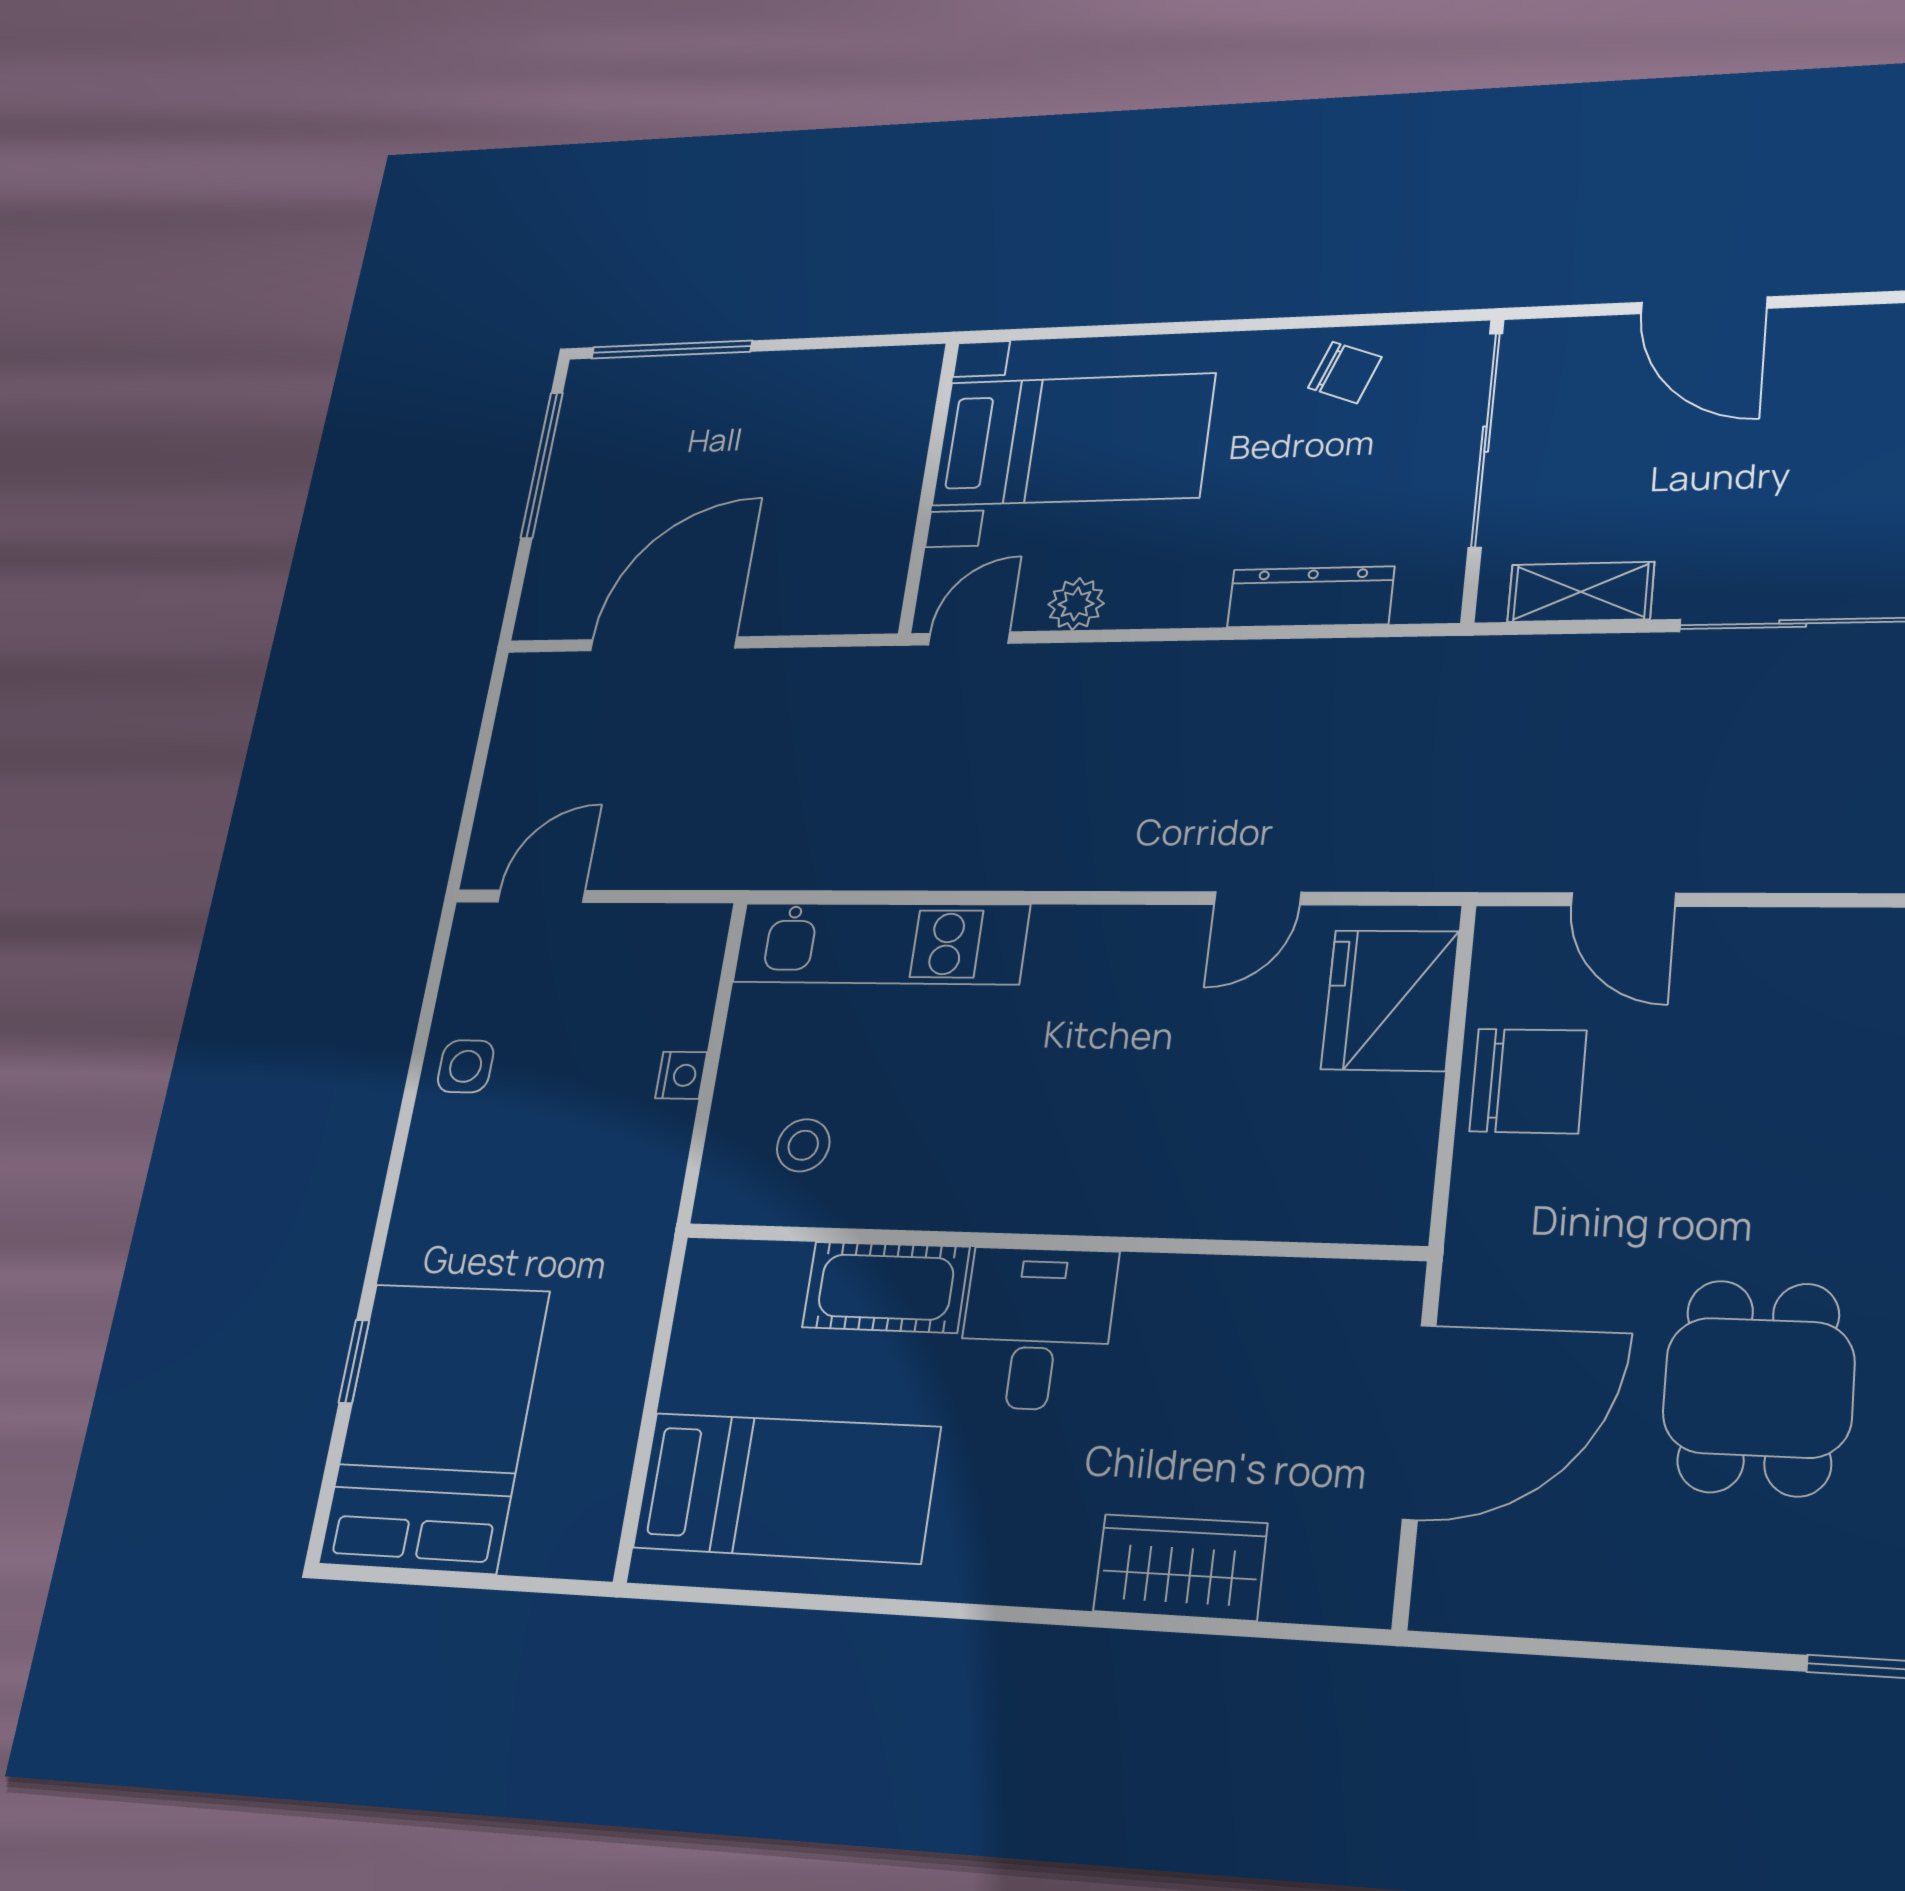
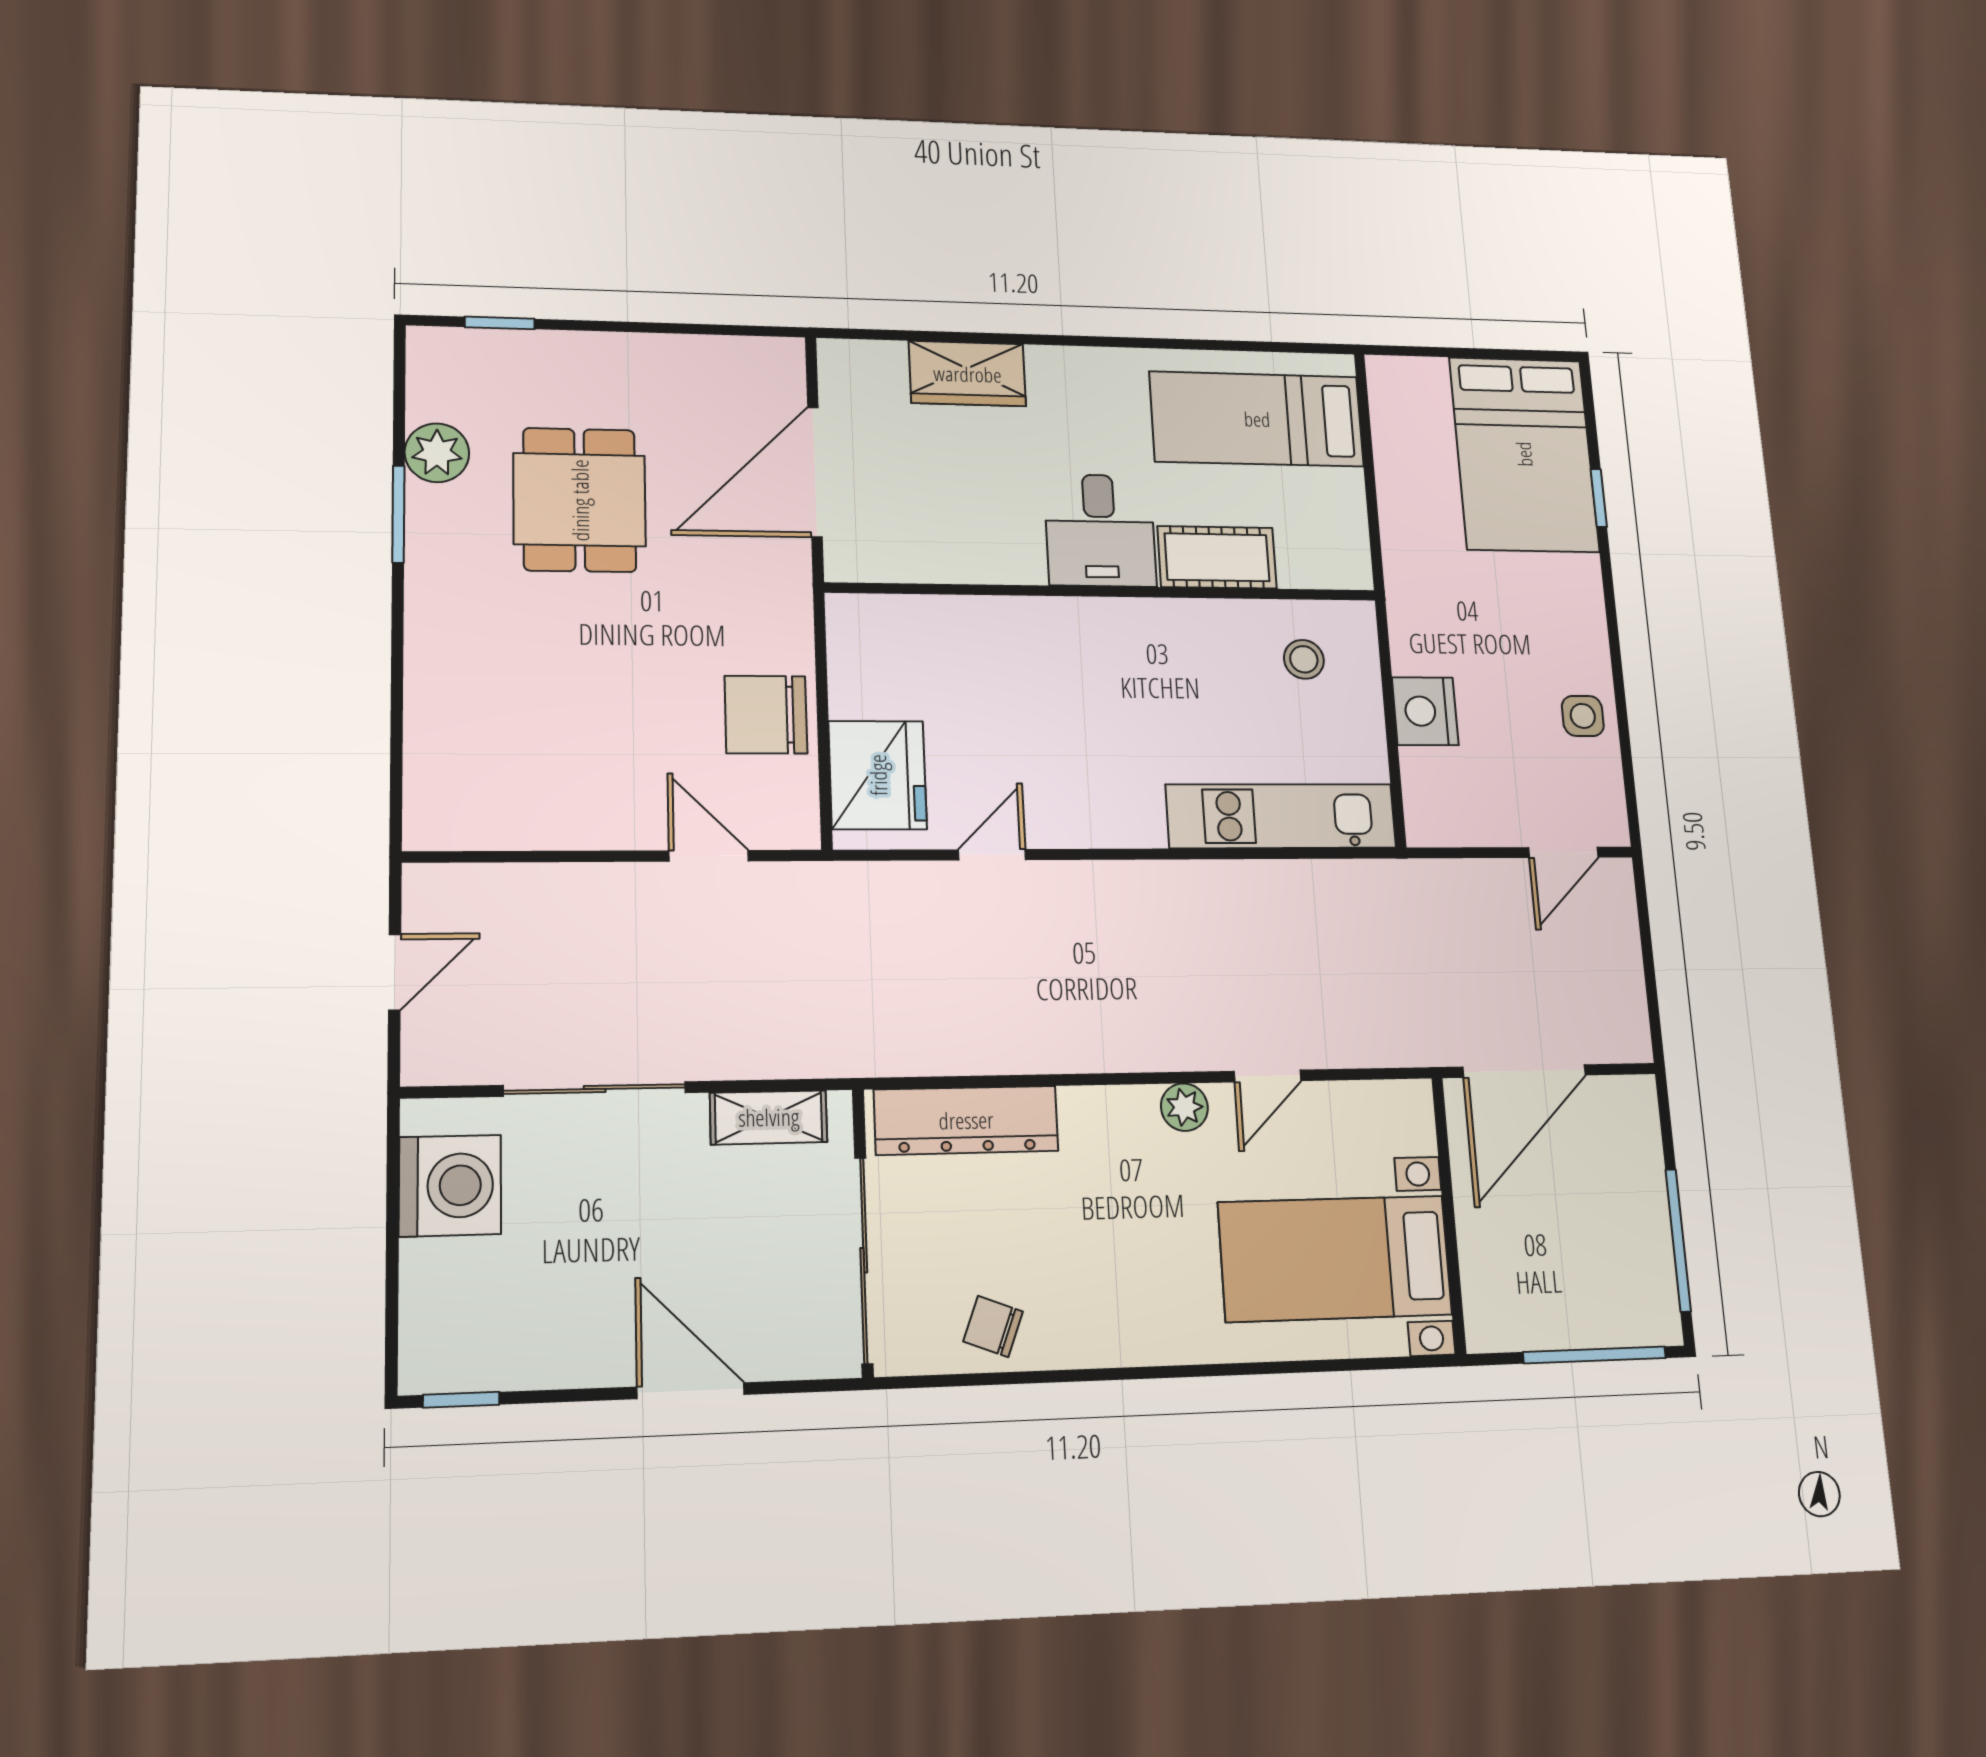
bed with nightstands: (1073, 439) -> (1335, 1258), moved
wall: (929, 486) -> (1449, 1215), moved
dresser: (1311, 597) -> (966, 1120), width x1.37, depth x1.24
nightstand: (681, 1075) -> (1425, 711), width x1.89, depth x1.79

